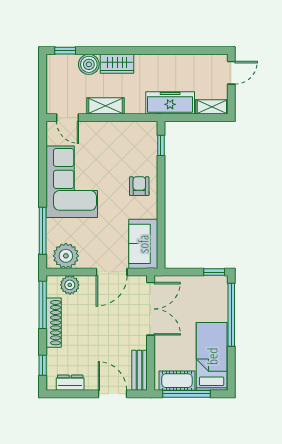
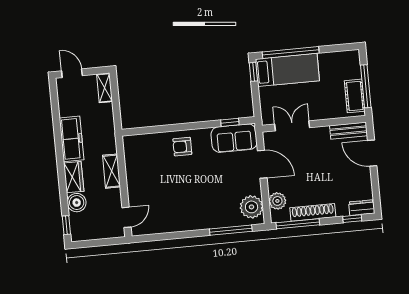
freezer: (170, 103) -> (72, 139), moved, turned 180
shelving: (105, 106) -> (112, 171), moved
window: (161, 145) -> (230, 122), moved
corner sofa: (72, 182) -> (184, 208), removed
double door: (151, 309) -> (292, 126), width x0.73
bed: (212, 356) -> (287, 70), moved, turned 180
dresser: (70, 383) -> (362, 208), moved, turned 90
door: (112, 394) -> (372, 153), hinge flipped

